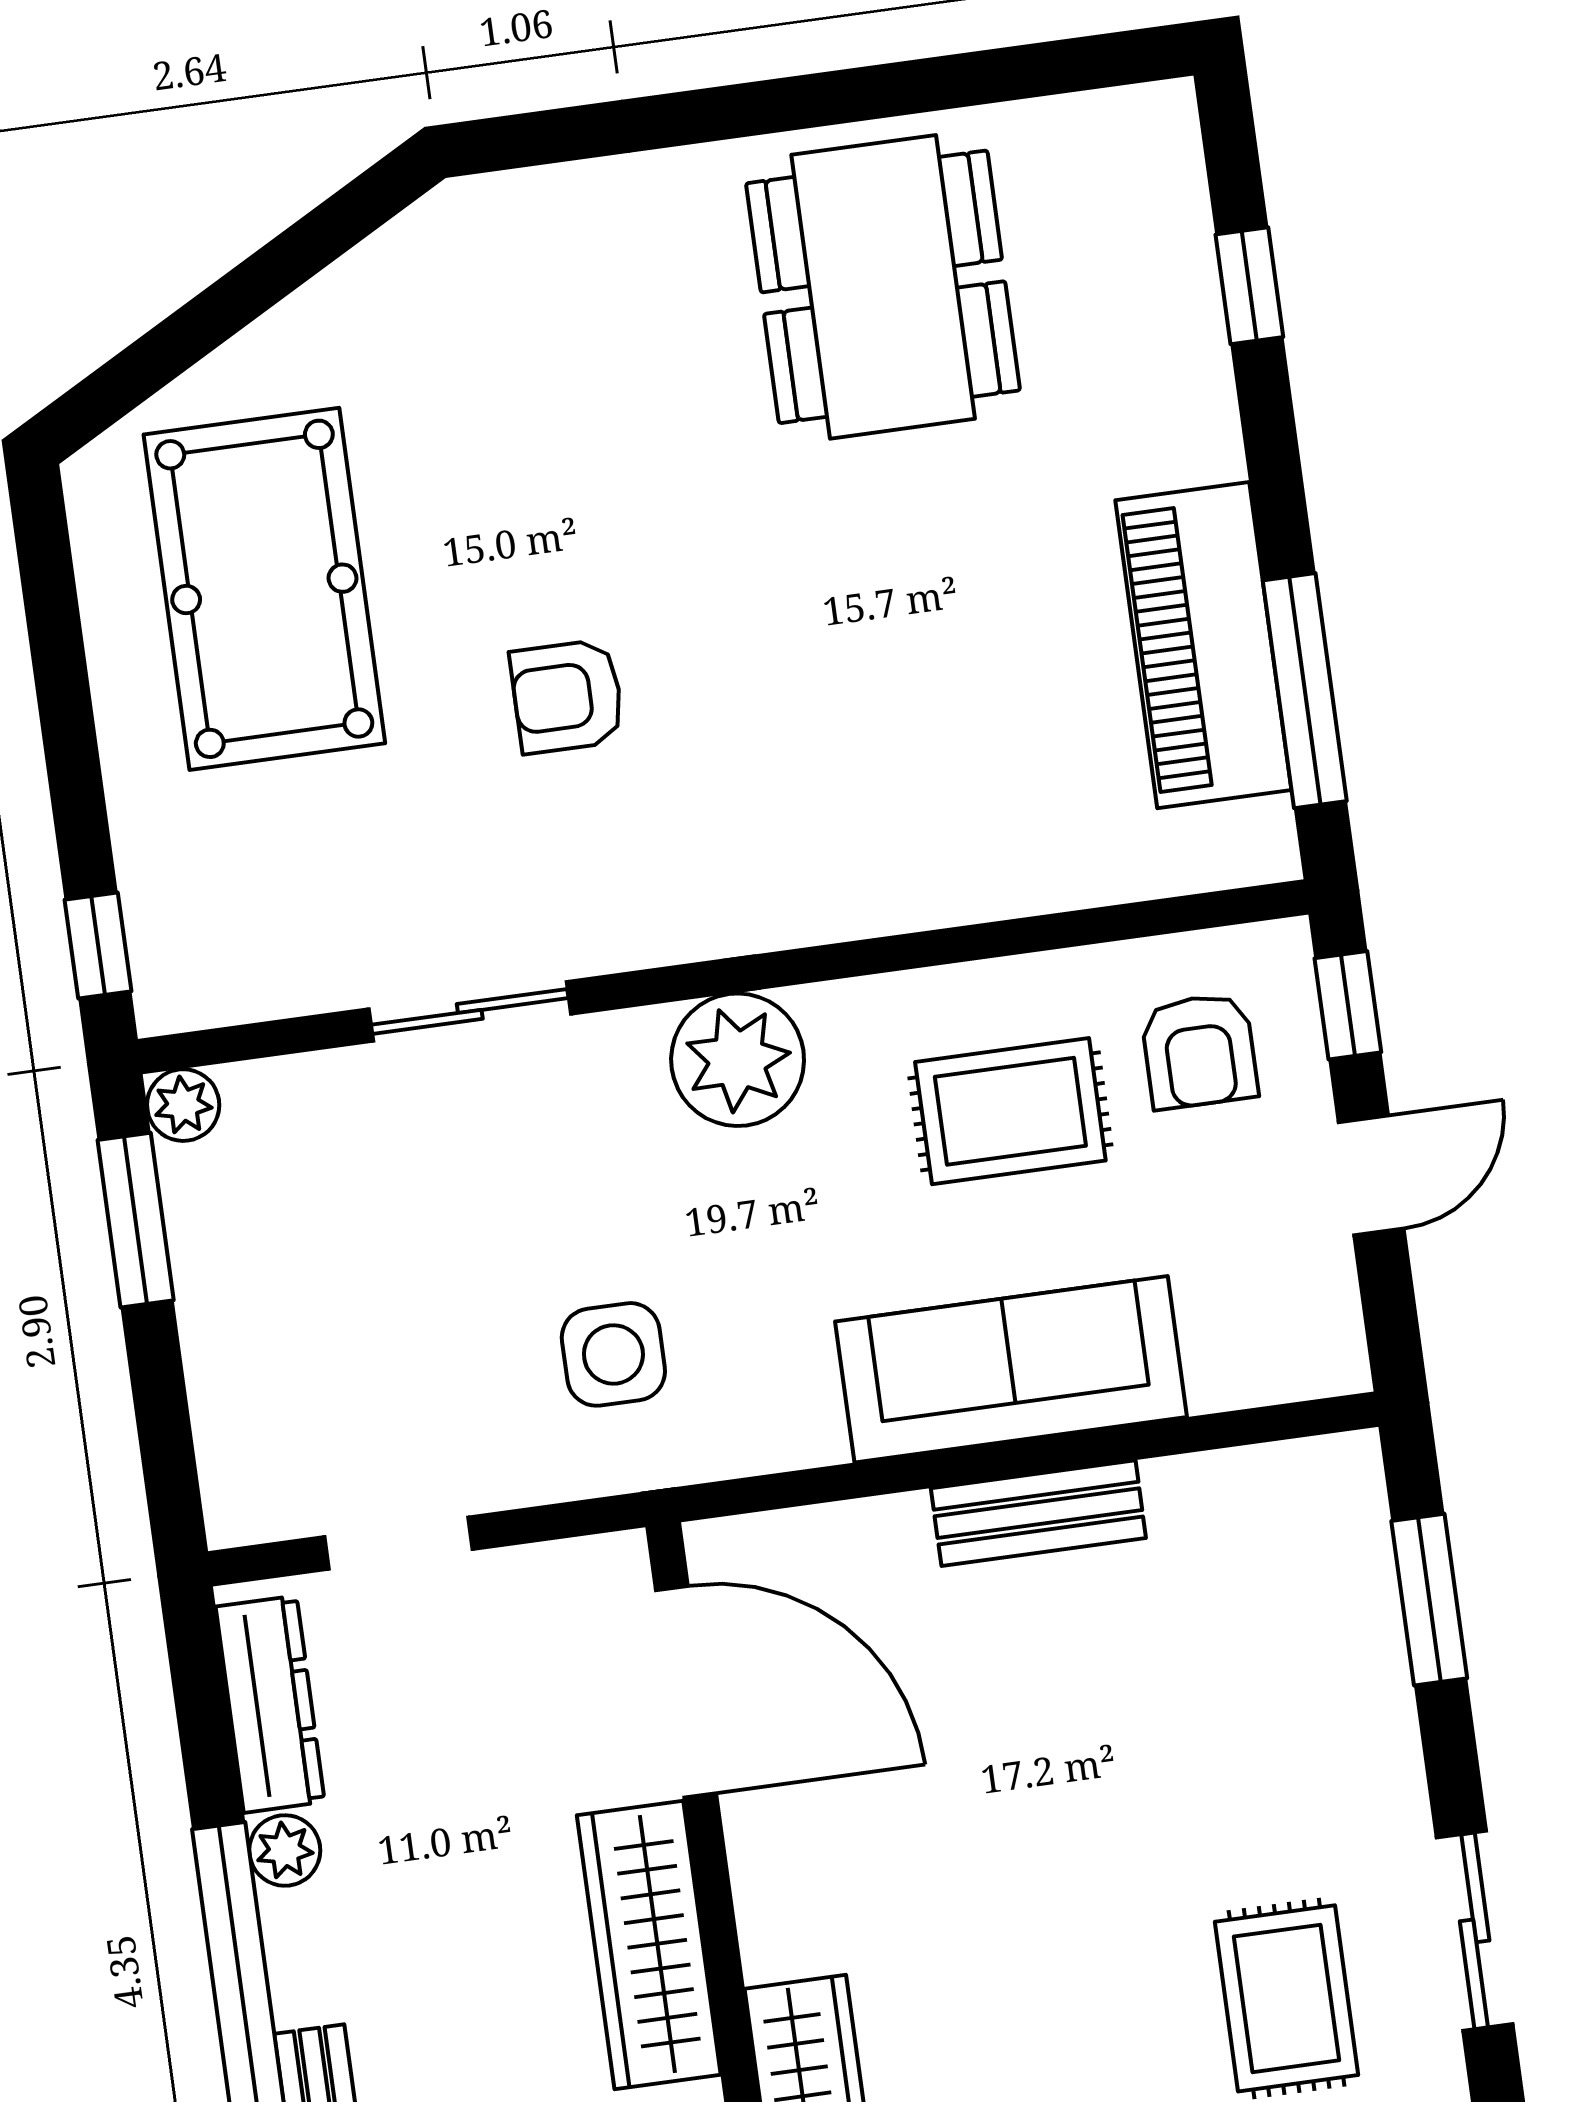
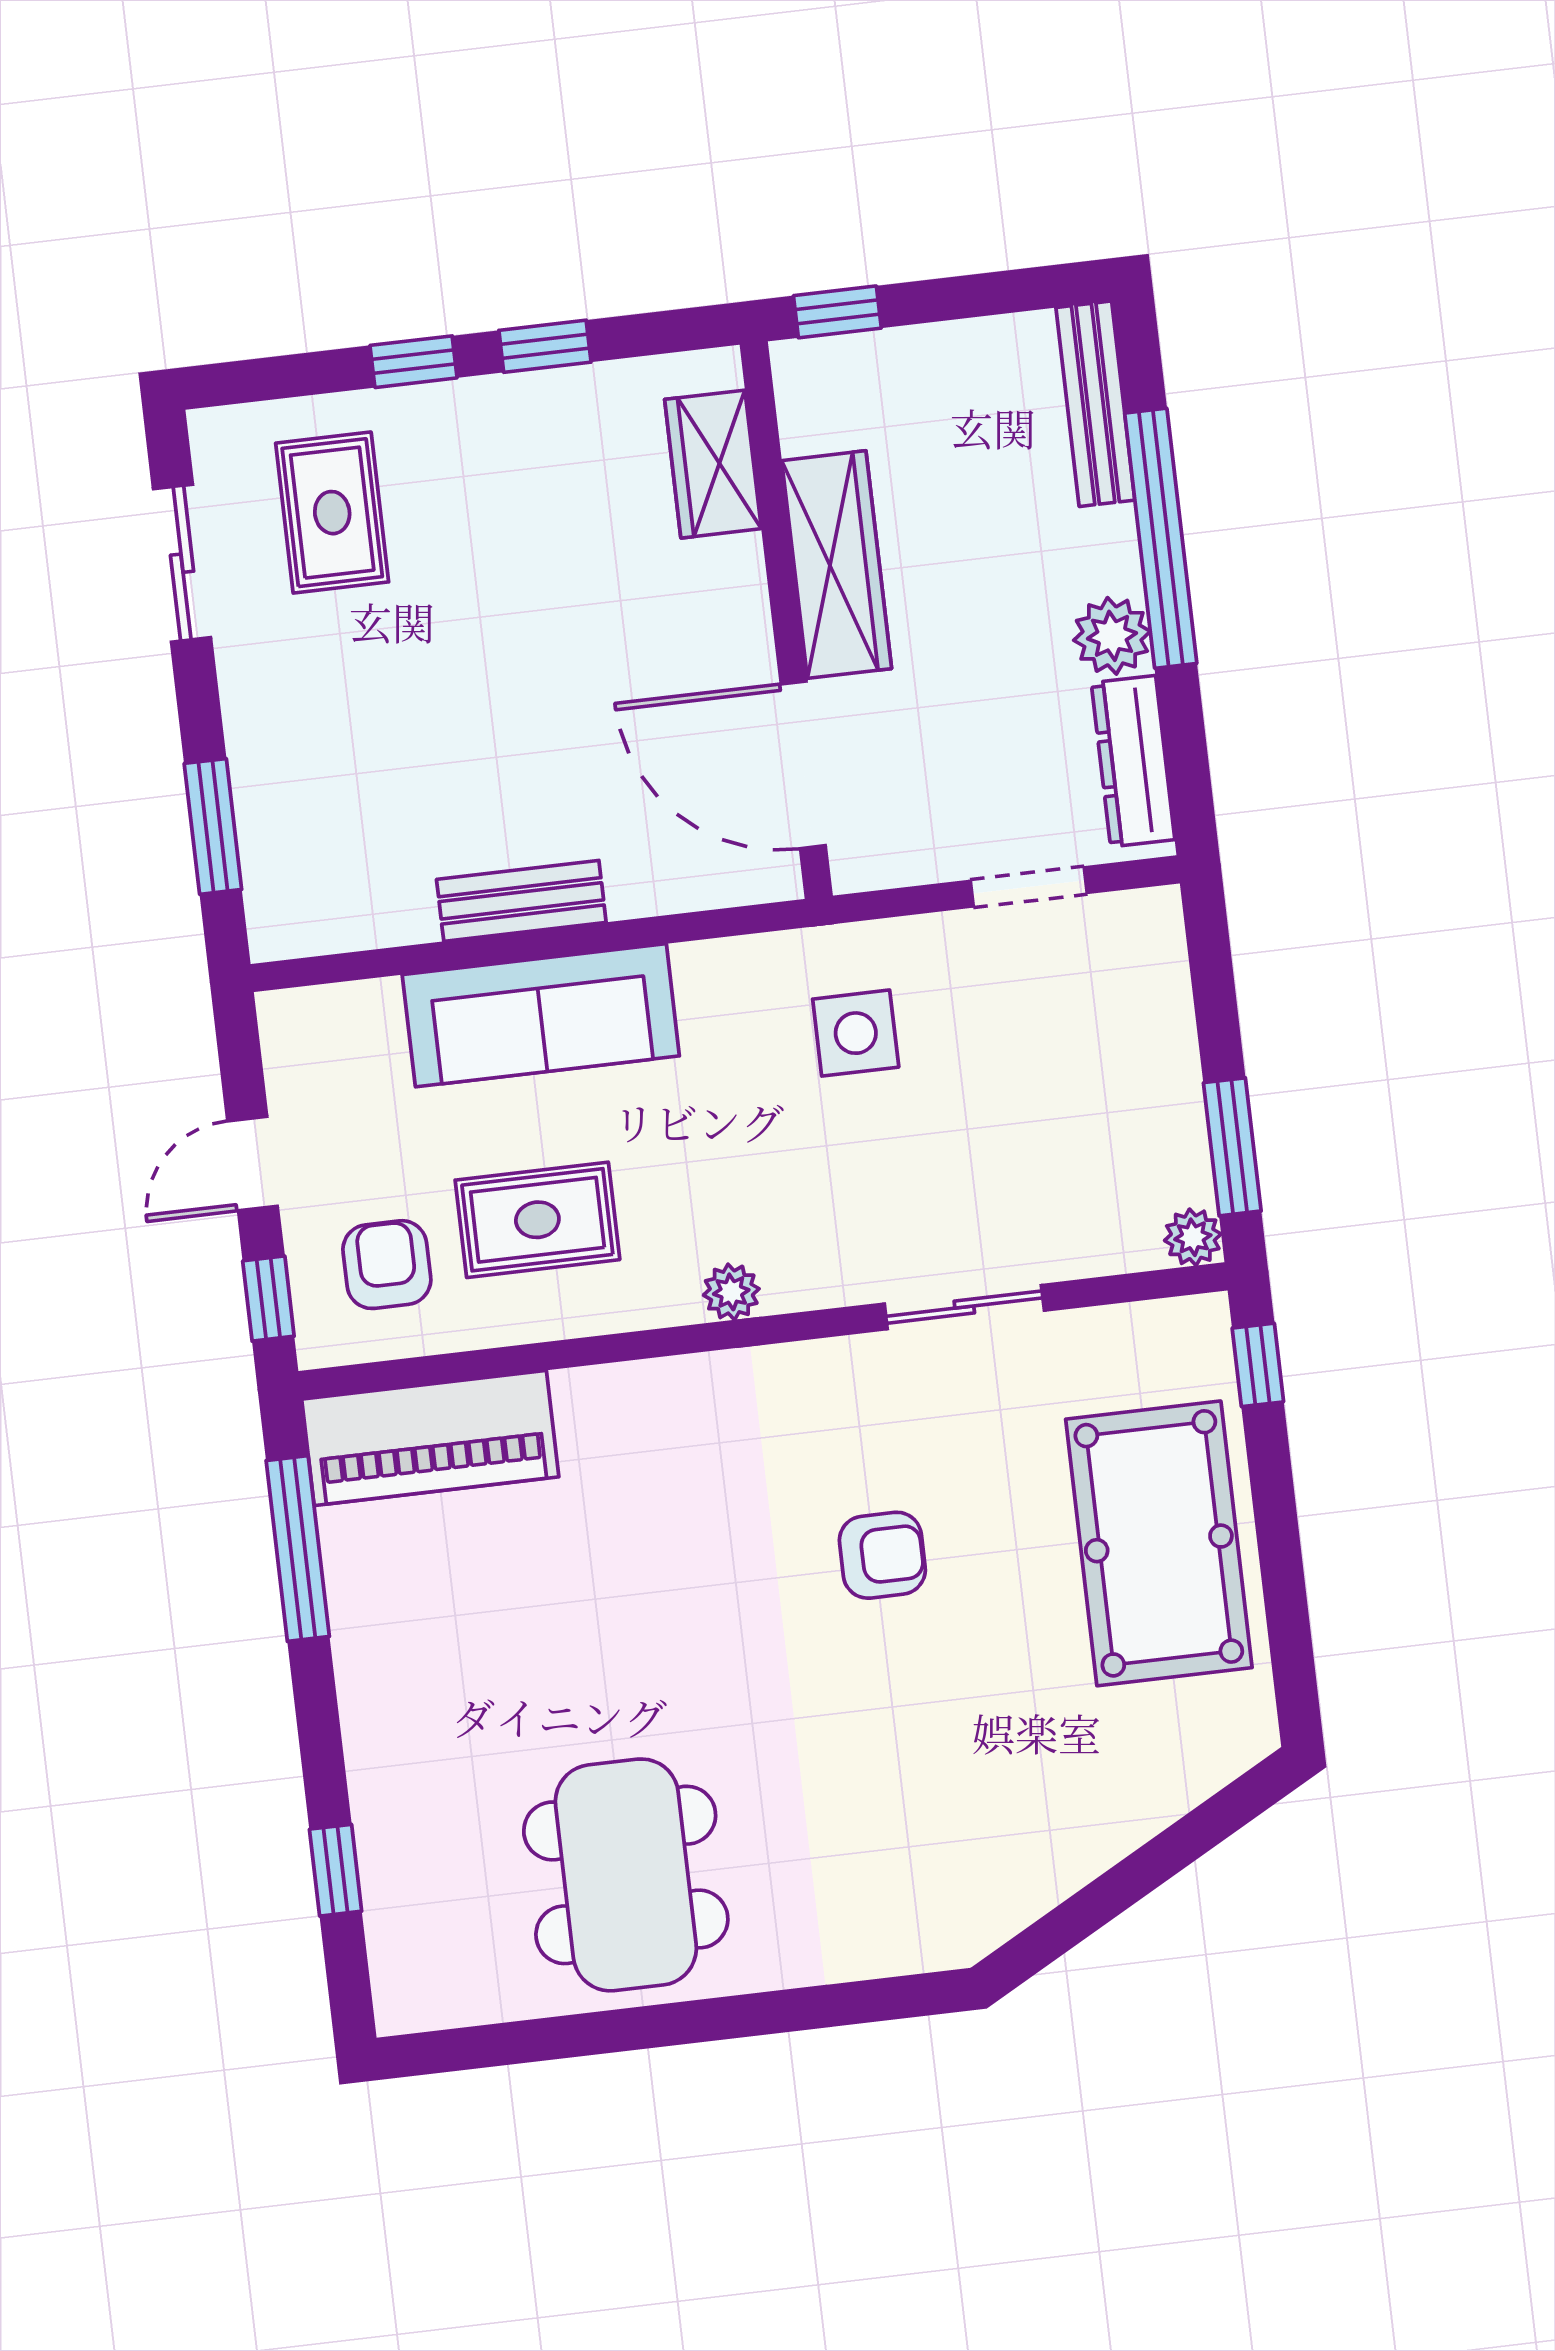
pool table: (264, 589) -> (1159, 1543), moved
piano: (1203, 645) -> (430, 1438), moved, turned 90
plant: (738, 1060) -> (731, 1292), width x0.53, depth x0.53
plant: (285, 1850) -> (1112, 636), width x1.38, depth x1.38

